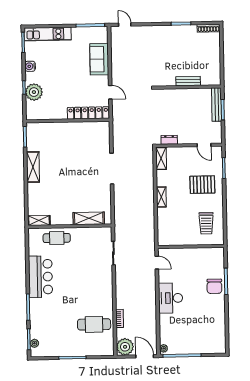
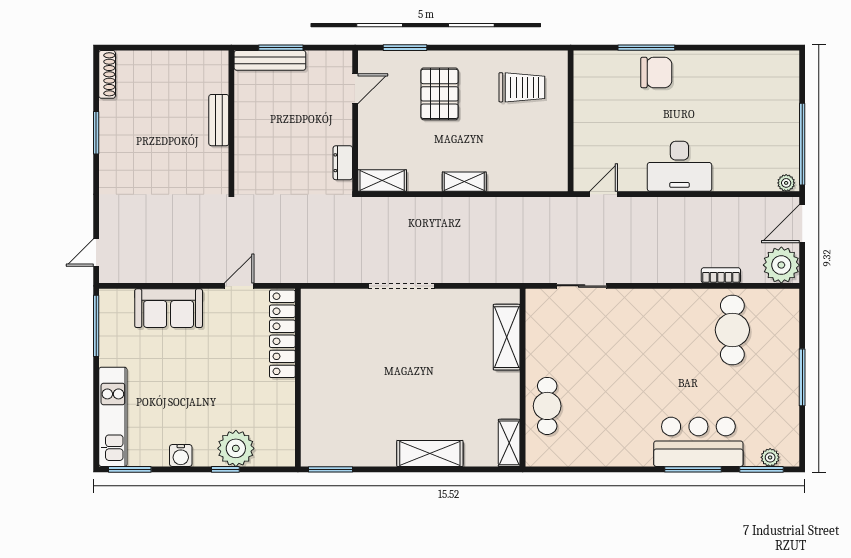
shelving: (33, 167) -> (430, 453), moved
bar counter: (41, 277) -> (698, 442), moved

